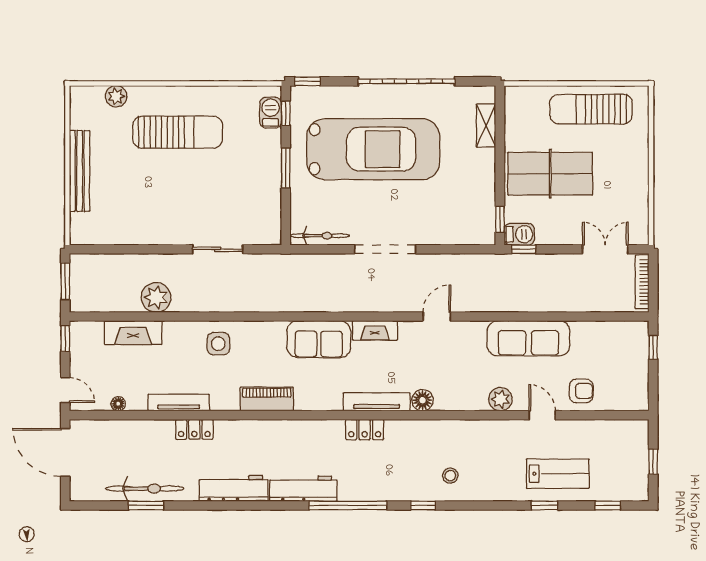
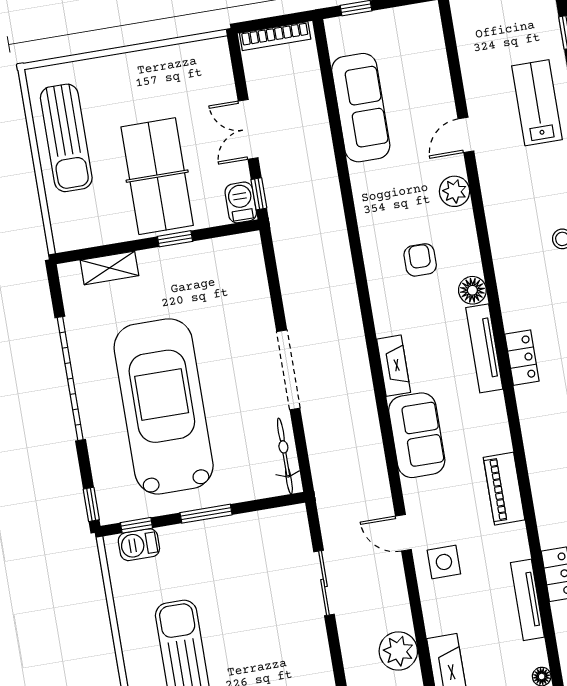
window: (500, 219) -> (175, 239), moved
double door: (605, 249) -> (248, 129), moved
door: (437, 316) -> (403, 533), moved
sofa: (529, 338) -> (361, 108), moved
armchair: (581, 391) -> (420, 260), moved

